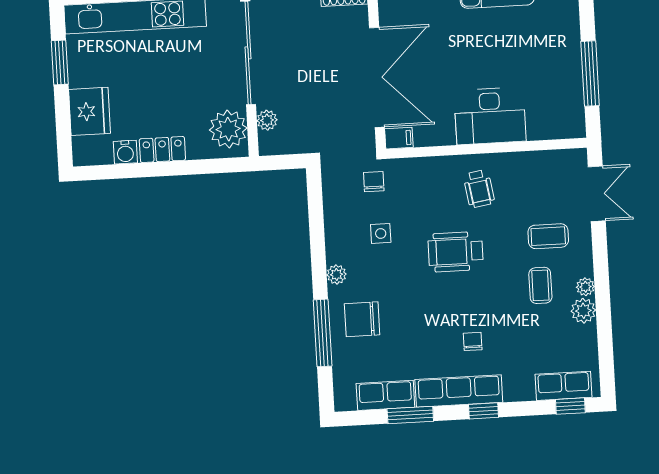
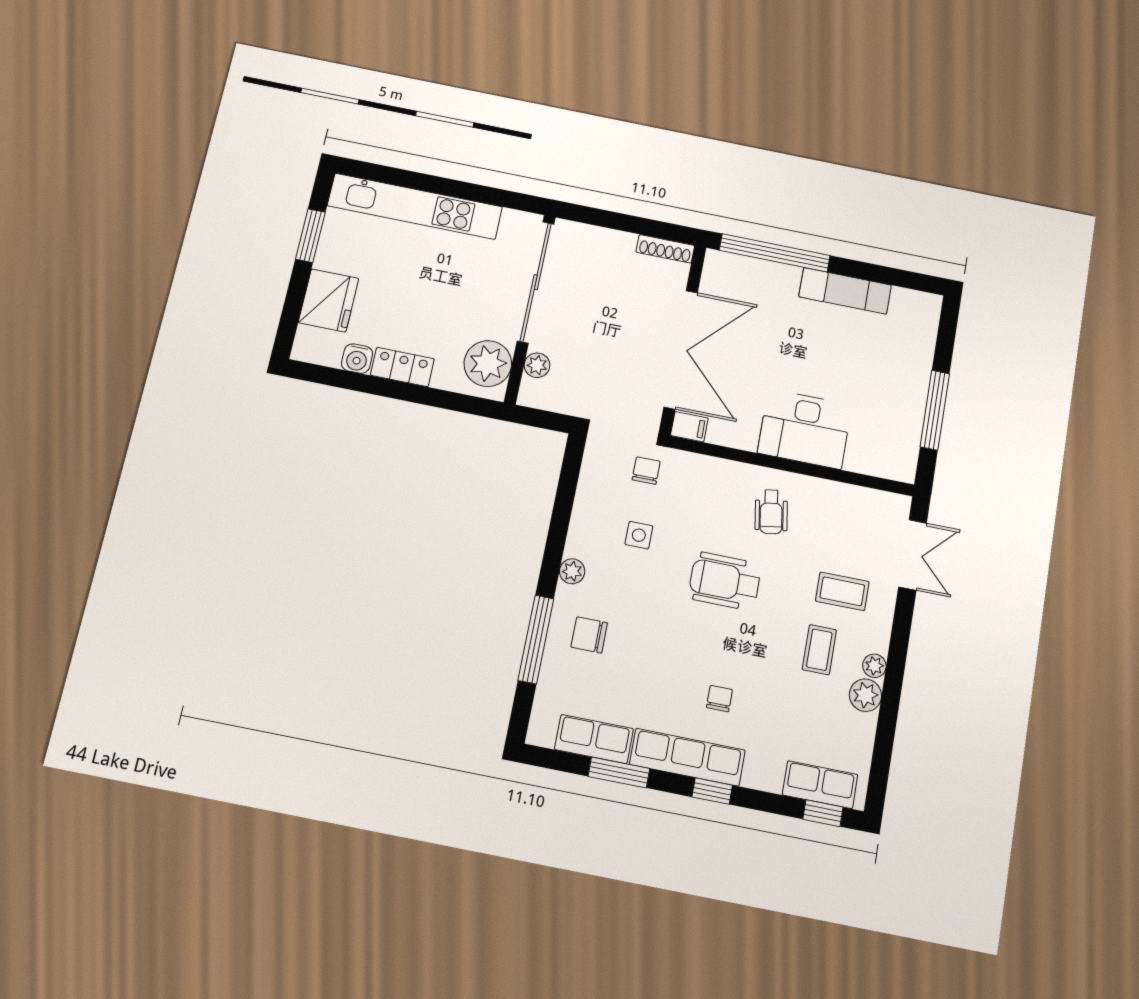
chair: (362, 319) -> (589, 635), width x0.73, depth x0.73

